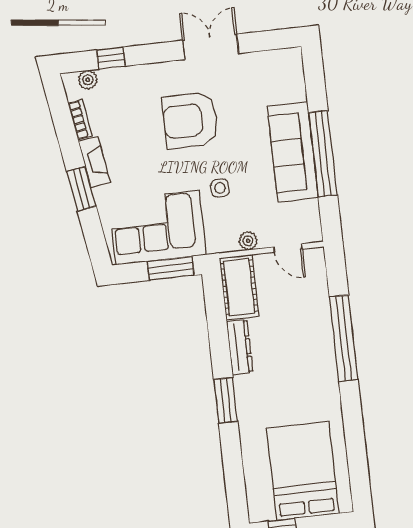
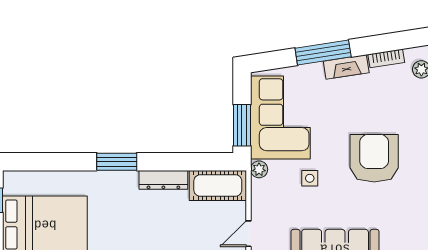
window: (81, 189) -> (323, 52), width x1.44
plant: (248, 241) -> (259, 169), moved

